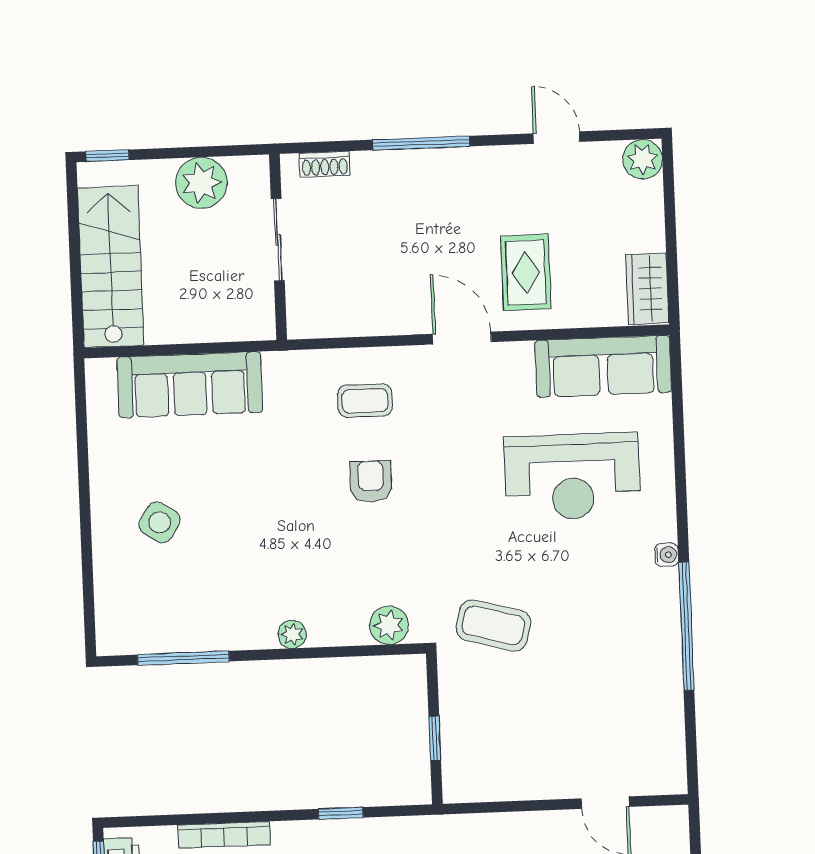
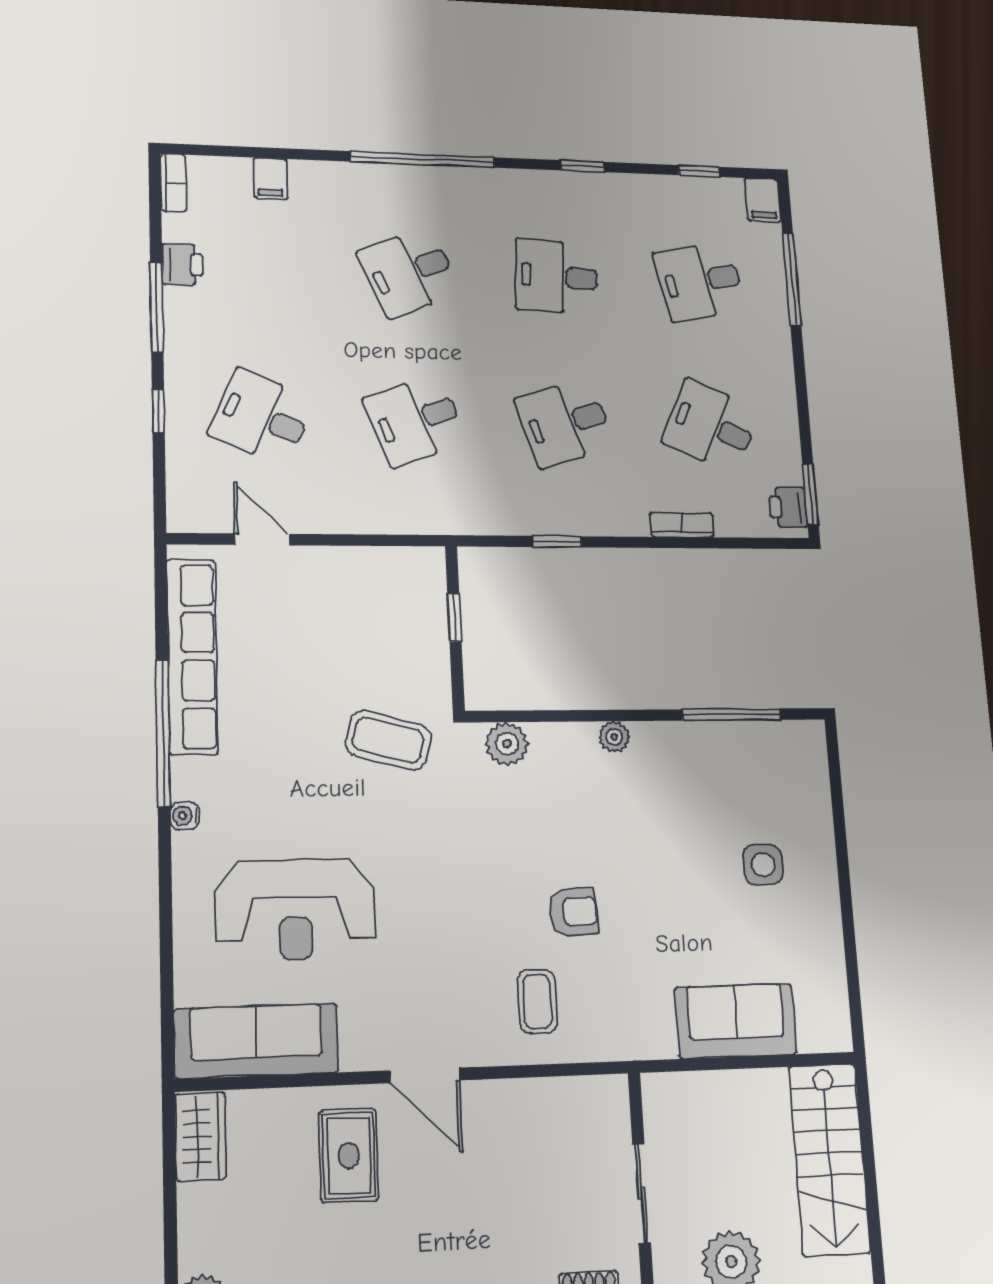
sofa: (190, 385) -> (736, 1021), width x0.73
coffee table: (365, 401) -> (537, 1001), turned 90
reception desk: (572, 477) -> (295, 909), turned 180
armchair: (371, 481) -> (573, 912), moved, turned -93
side table: (160, 522) -> (763, 865), turned -33
row of seats: (663, 694) -> (192, 656), added
bookcase: (224, 835) -> (682, 525), width x0.64

